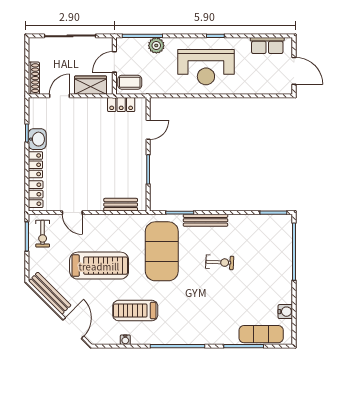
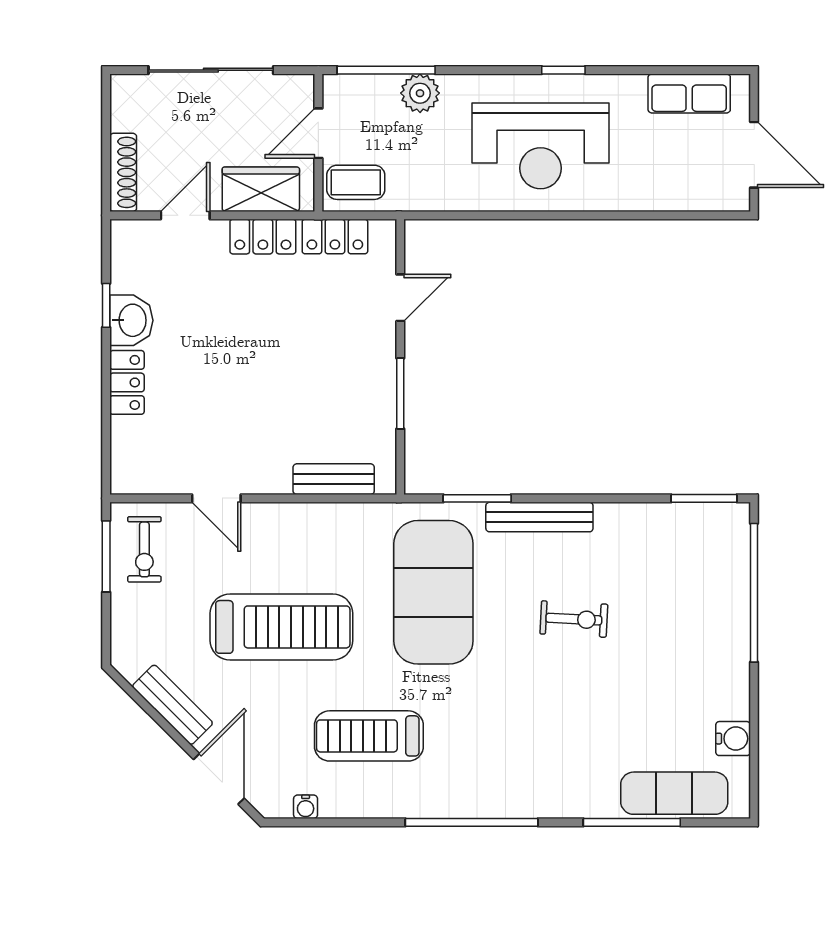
locker: (36, 194) -> (263, 237), moved, turned 90
bench: (50, 293) -> (173, 705), width x0.73
water cooler: (125, 340) -> (306, 807), moved

